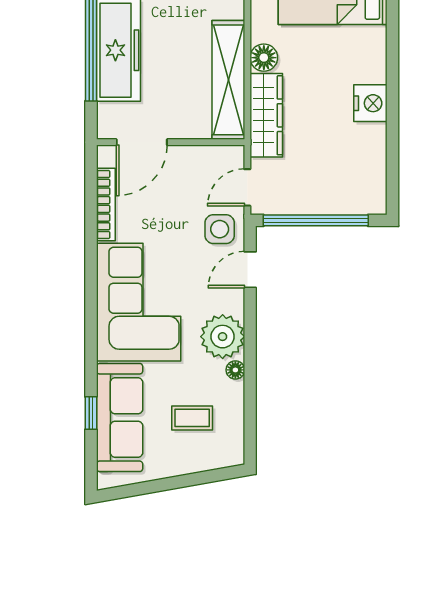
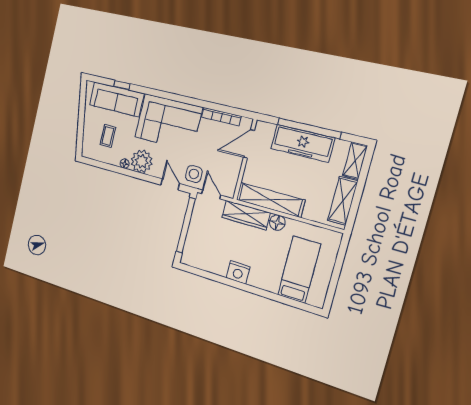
door: (142, 142) -> (249, 144), hinge flipped

